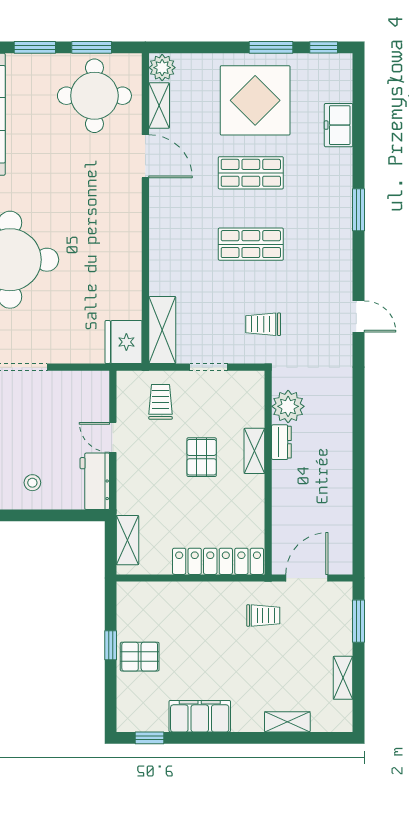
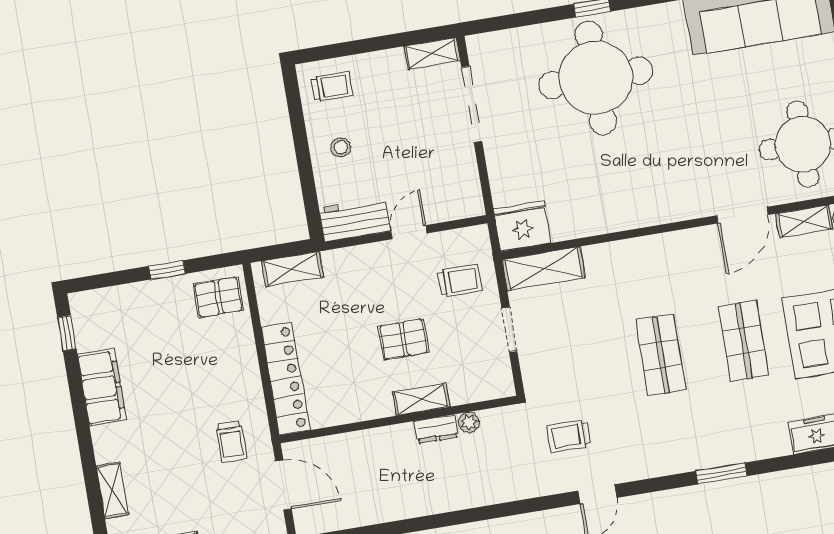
trolley: (263, 324) -> (569, 436), moved, turned -90
plant: (288, 406) -> (469, 422), width x0.53, depth x0.53
pallet: (140, 657) -> (218, 297), moved, turned 90

